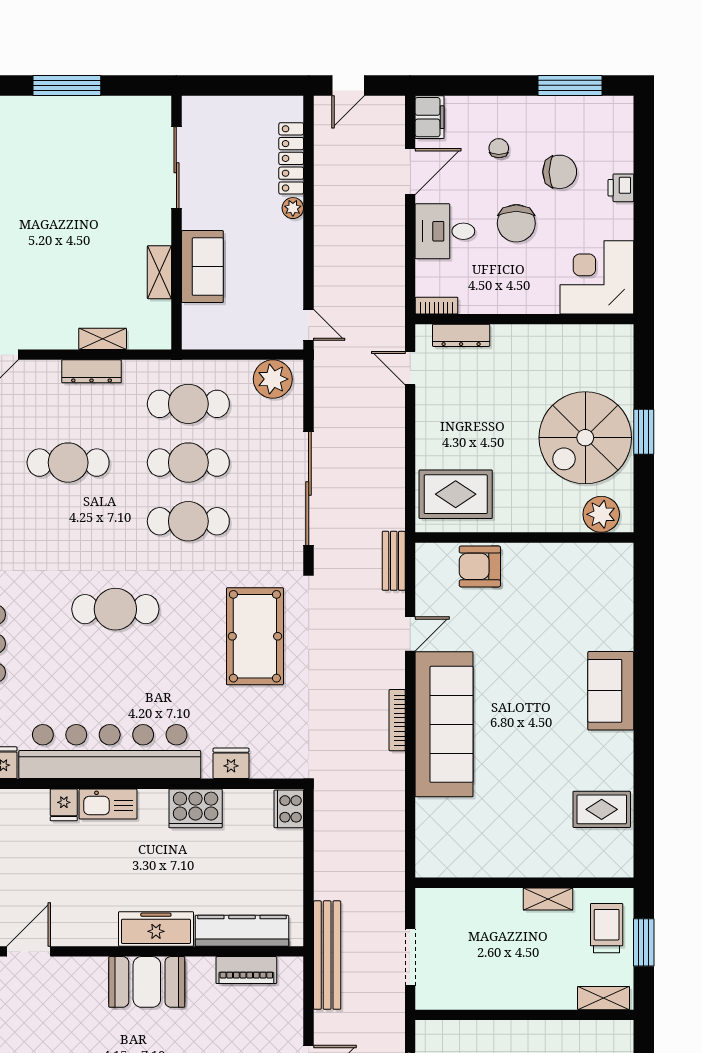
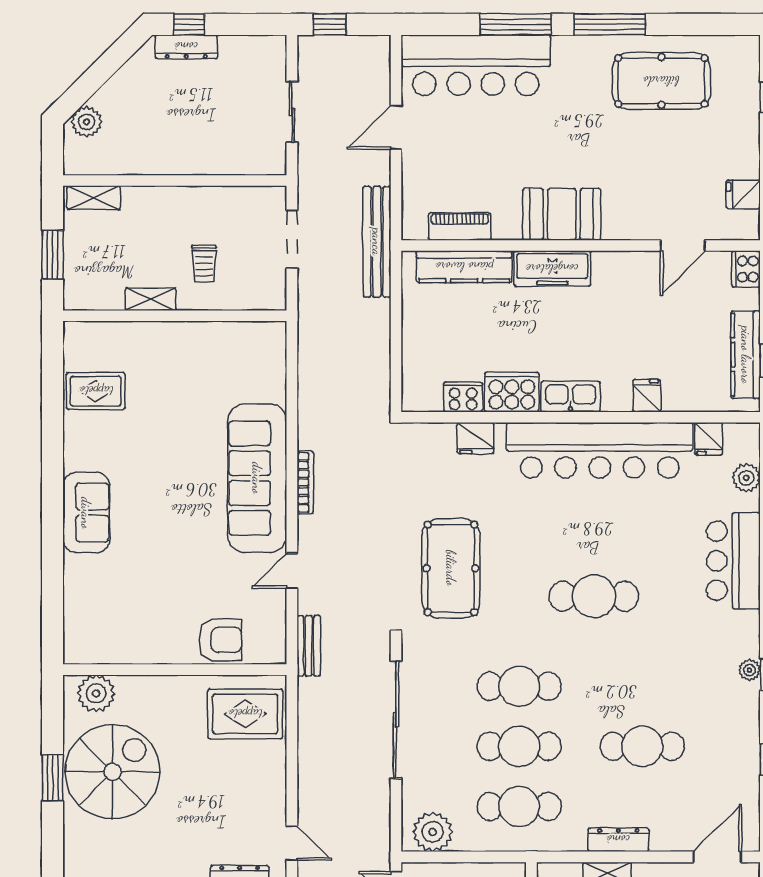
kitchen sink: (108, 804) -> (571, 396), moved
cooker: (289, 809) -> (463, 397), moved, turned -90
trolley: (607, 928) -> (204, 264), moved, width x0.73, depth x0.72

